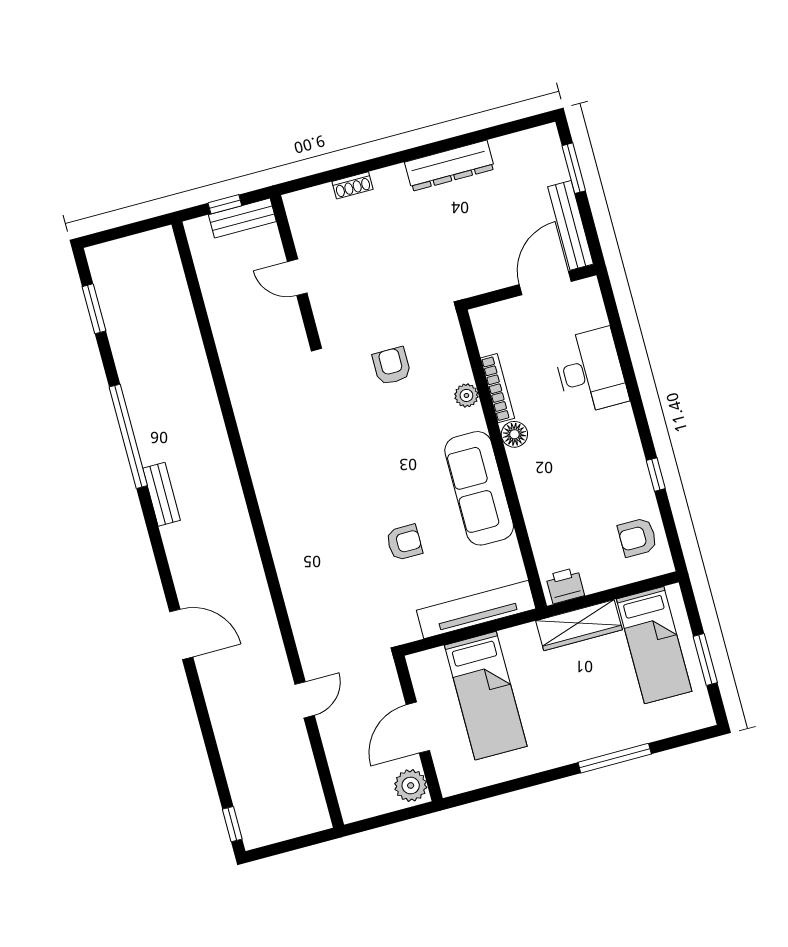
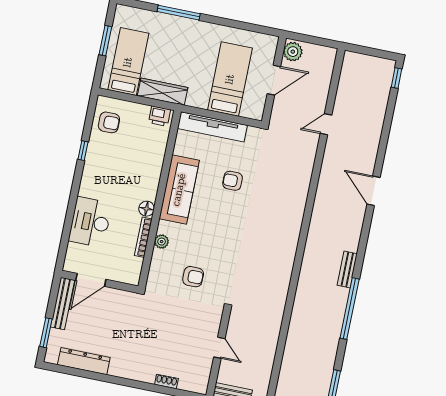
dresser: (450, 166) -> (84, 361), moved
armchair: (392, 366) -> (193, 277), turned -90

